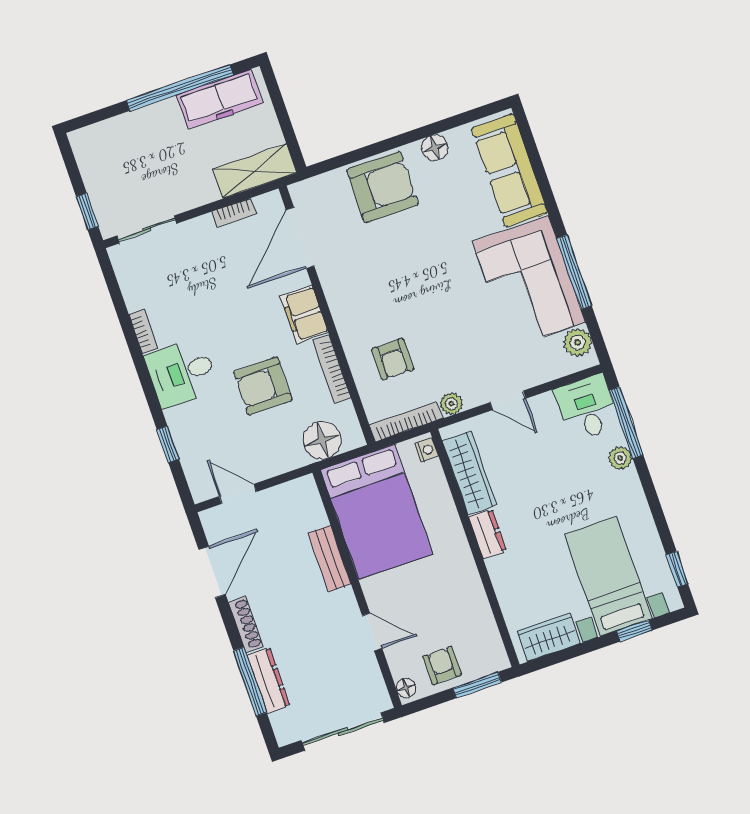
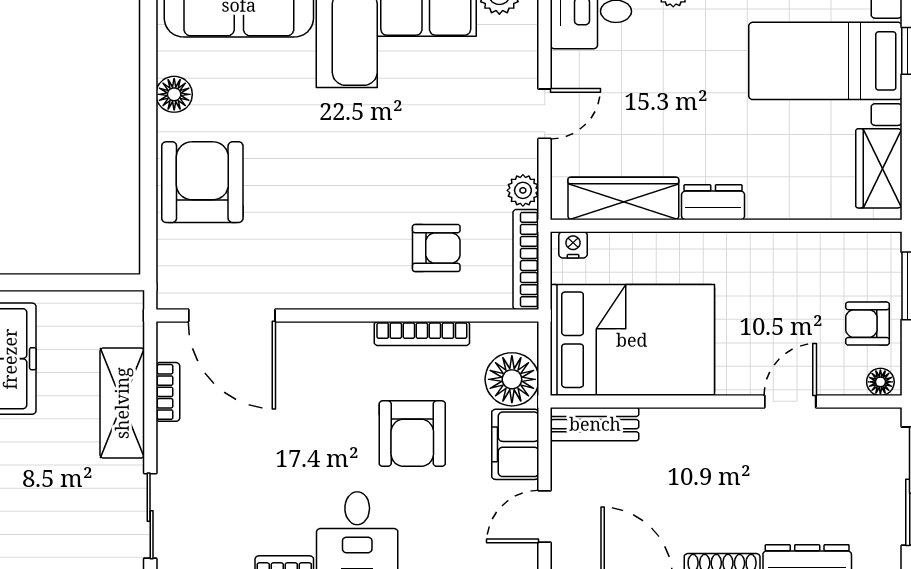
shelving: (255, 171) -> (122, 403), moved
filing cabinet: (305, 314) -> (515, 444), moved, turned 90
bench: (330, 558) -> (595, 424), moved

